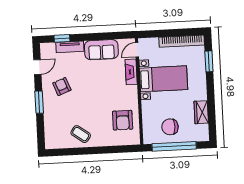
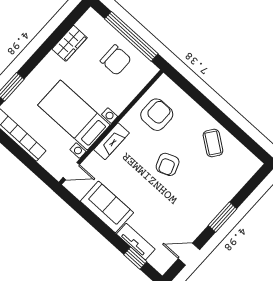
fireplace: (131, 72) -> (112, 141), moved
armchair: (62, 87) -> (168, 164), moved

